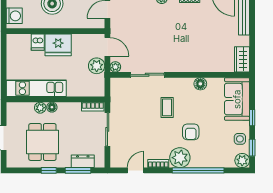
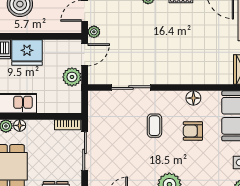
door: (107, 47) -> (85, 55), hinge flipped
plant: (115, 67) -> (94, 32), moved
armchair: (191, 132) -> (193, 131), moved, turned 90

